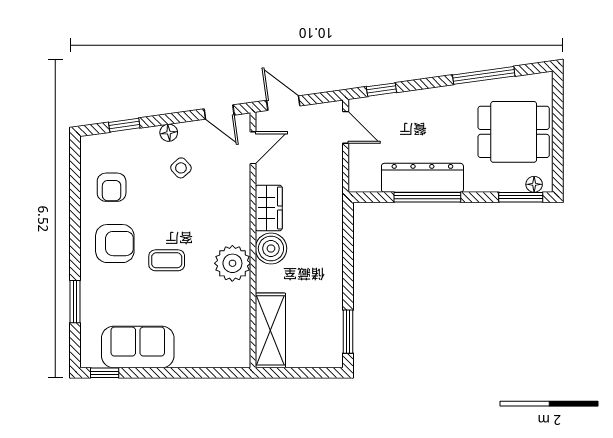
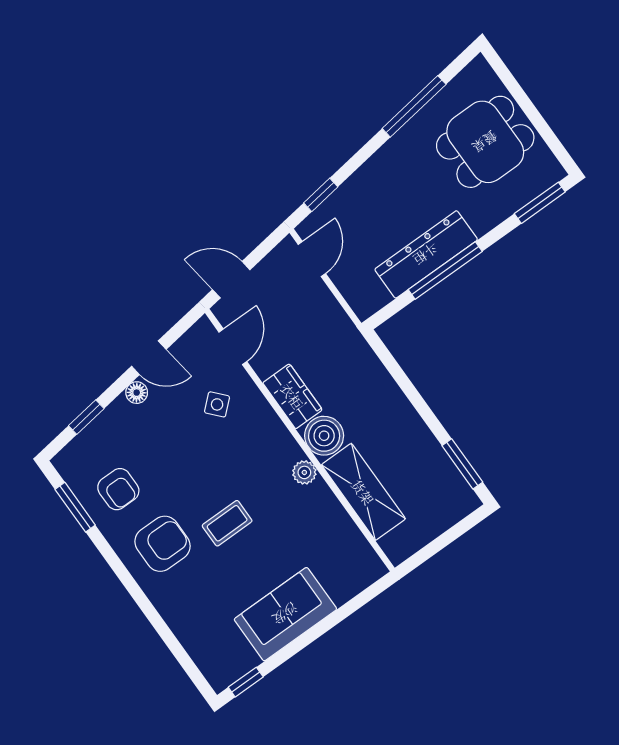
door: (219, 112) -> (149, 358), moved
door: (346, 127) -> (312, 259), hinge flipped
side table: (181, 168) -> (217, 404), moved
floor lamp: (534, 184) -> (544, 180), removed
plant: (232, 263) -> (304, 472), width x0.53, depth x0.53
window: (75, 302) -> (75, 507), moved
shelving: (270, 330) -> (363, 492), moved
sofa: (138, 347) -> (285, 614), moved

